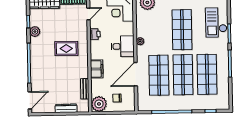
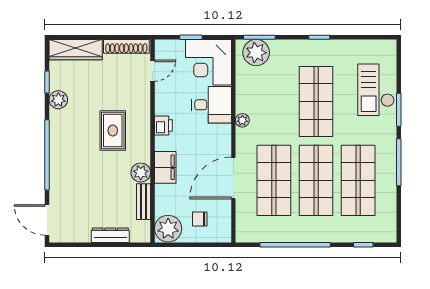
printer: (95, 34) -> (163, 125), moved
desk: (123, 46) -> (211, 105), moved
rug: (66, 49) -> (113, 130), turned 90
plant: (83, 72) -> (141, 173), added
door: (30, 100) -> (47, 220), swing flipped

